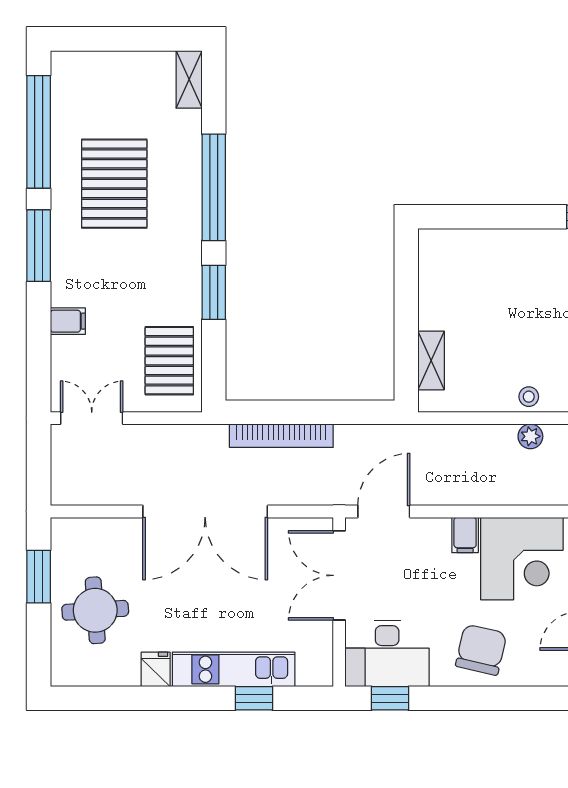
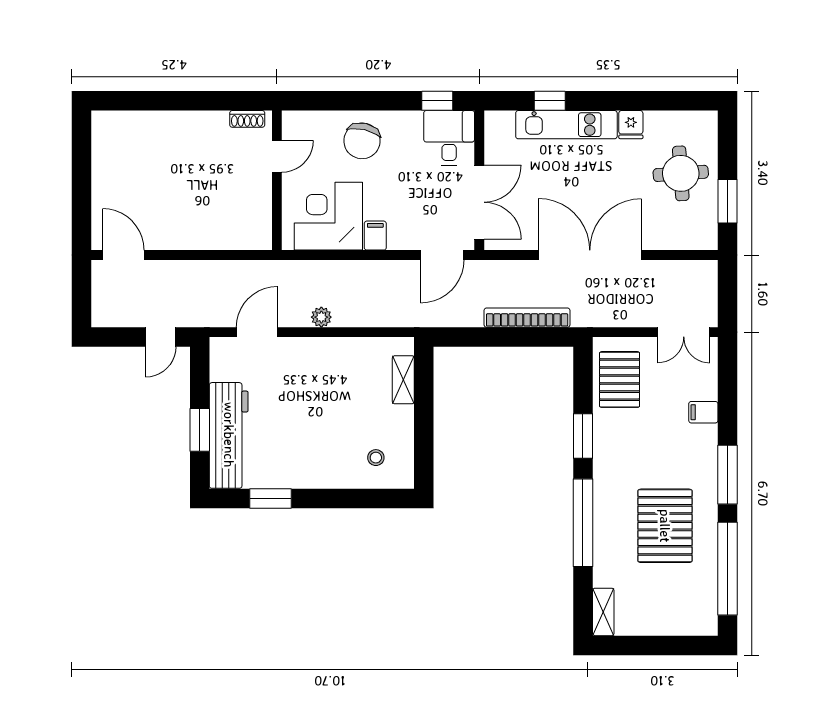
stool: (529, 397) -> (376, 458), moved
desk: (387, 653) -> (449, 138), width x0.73

